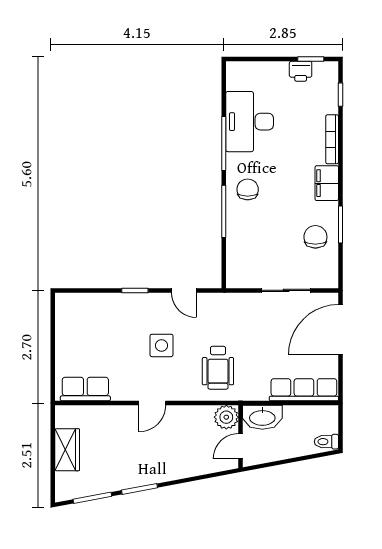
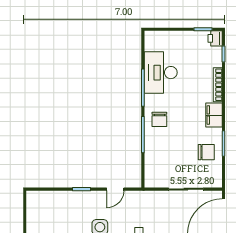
printer: (301, 71) -> (215, 38), moved, turned 90
chair: (248, 189) -> (159, 119), turned 180
chair: (315, 237) -> (206, 152), turned 90
door: (184, 290) -> (115, 189), hinge flipped

